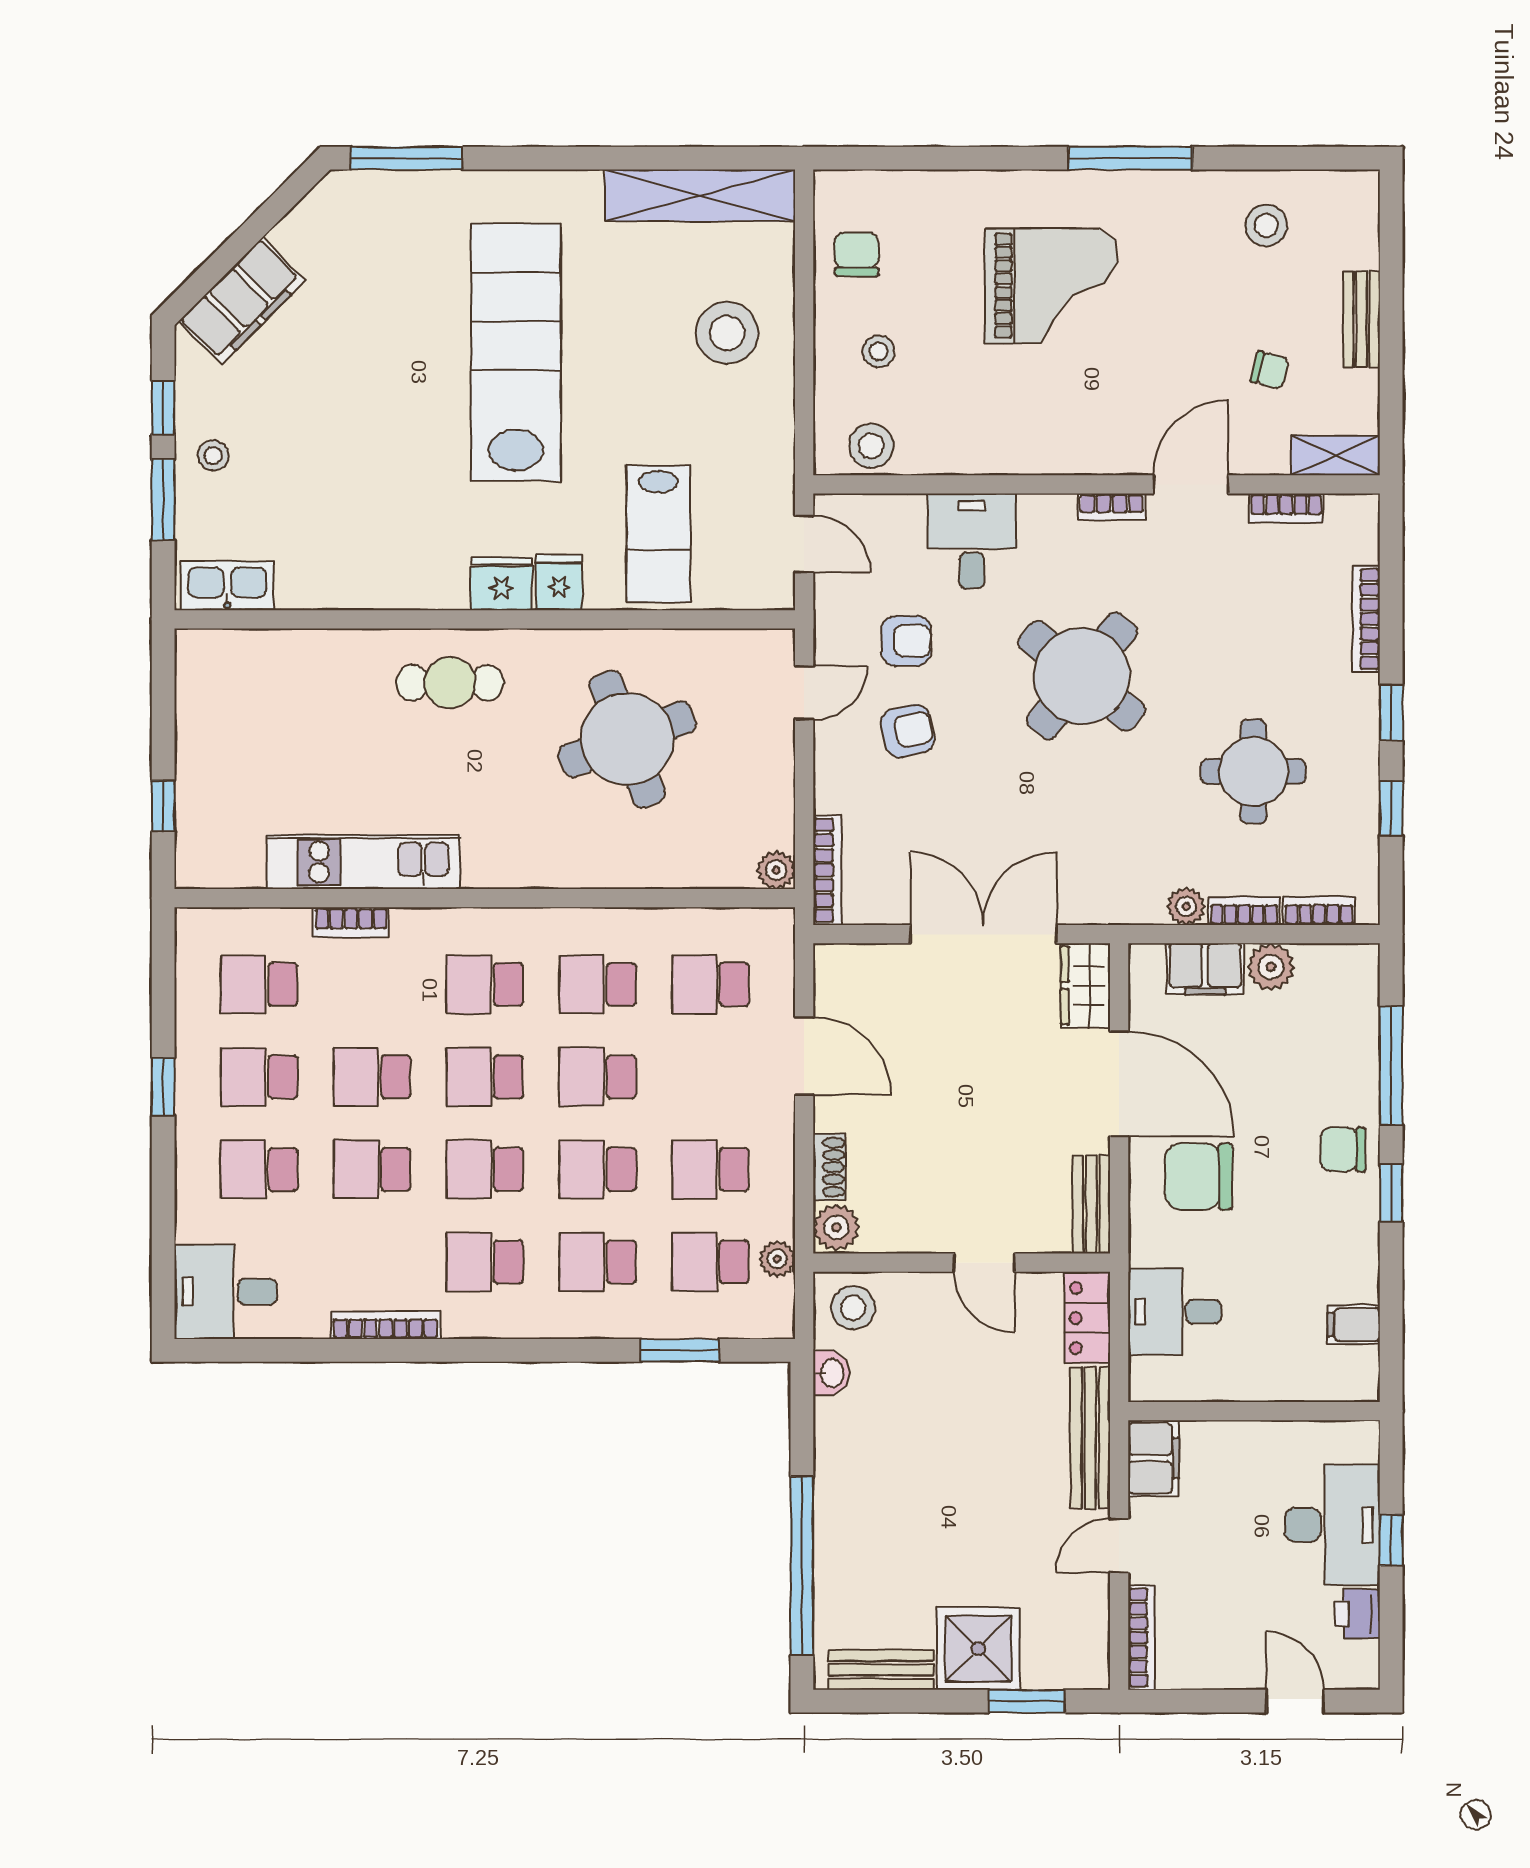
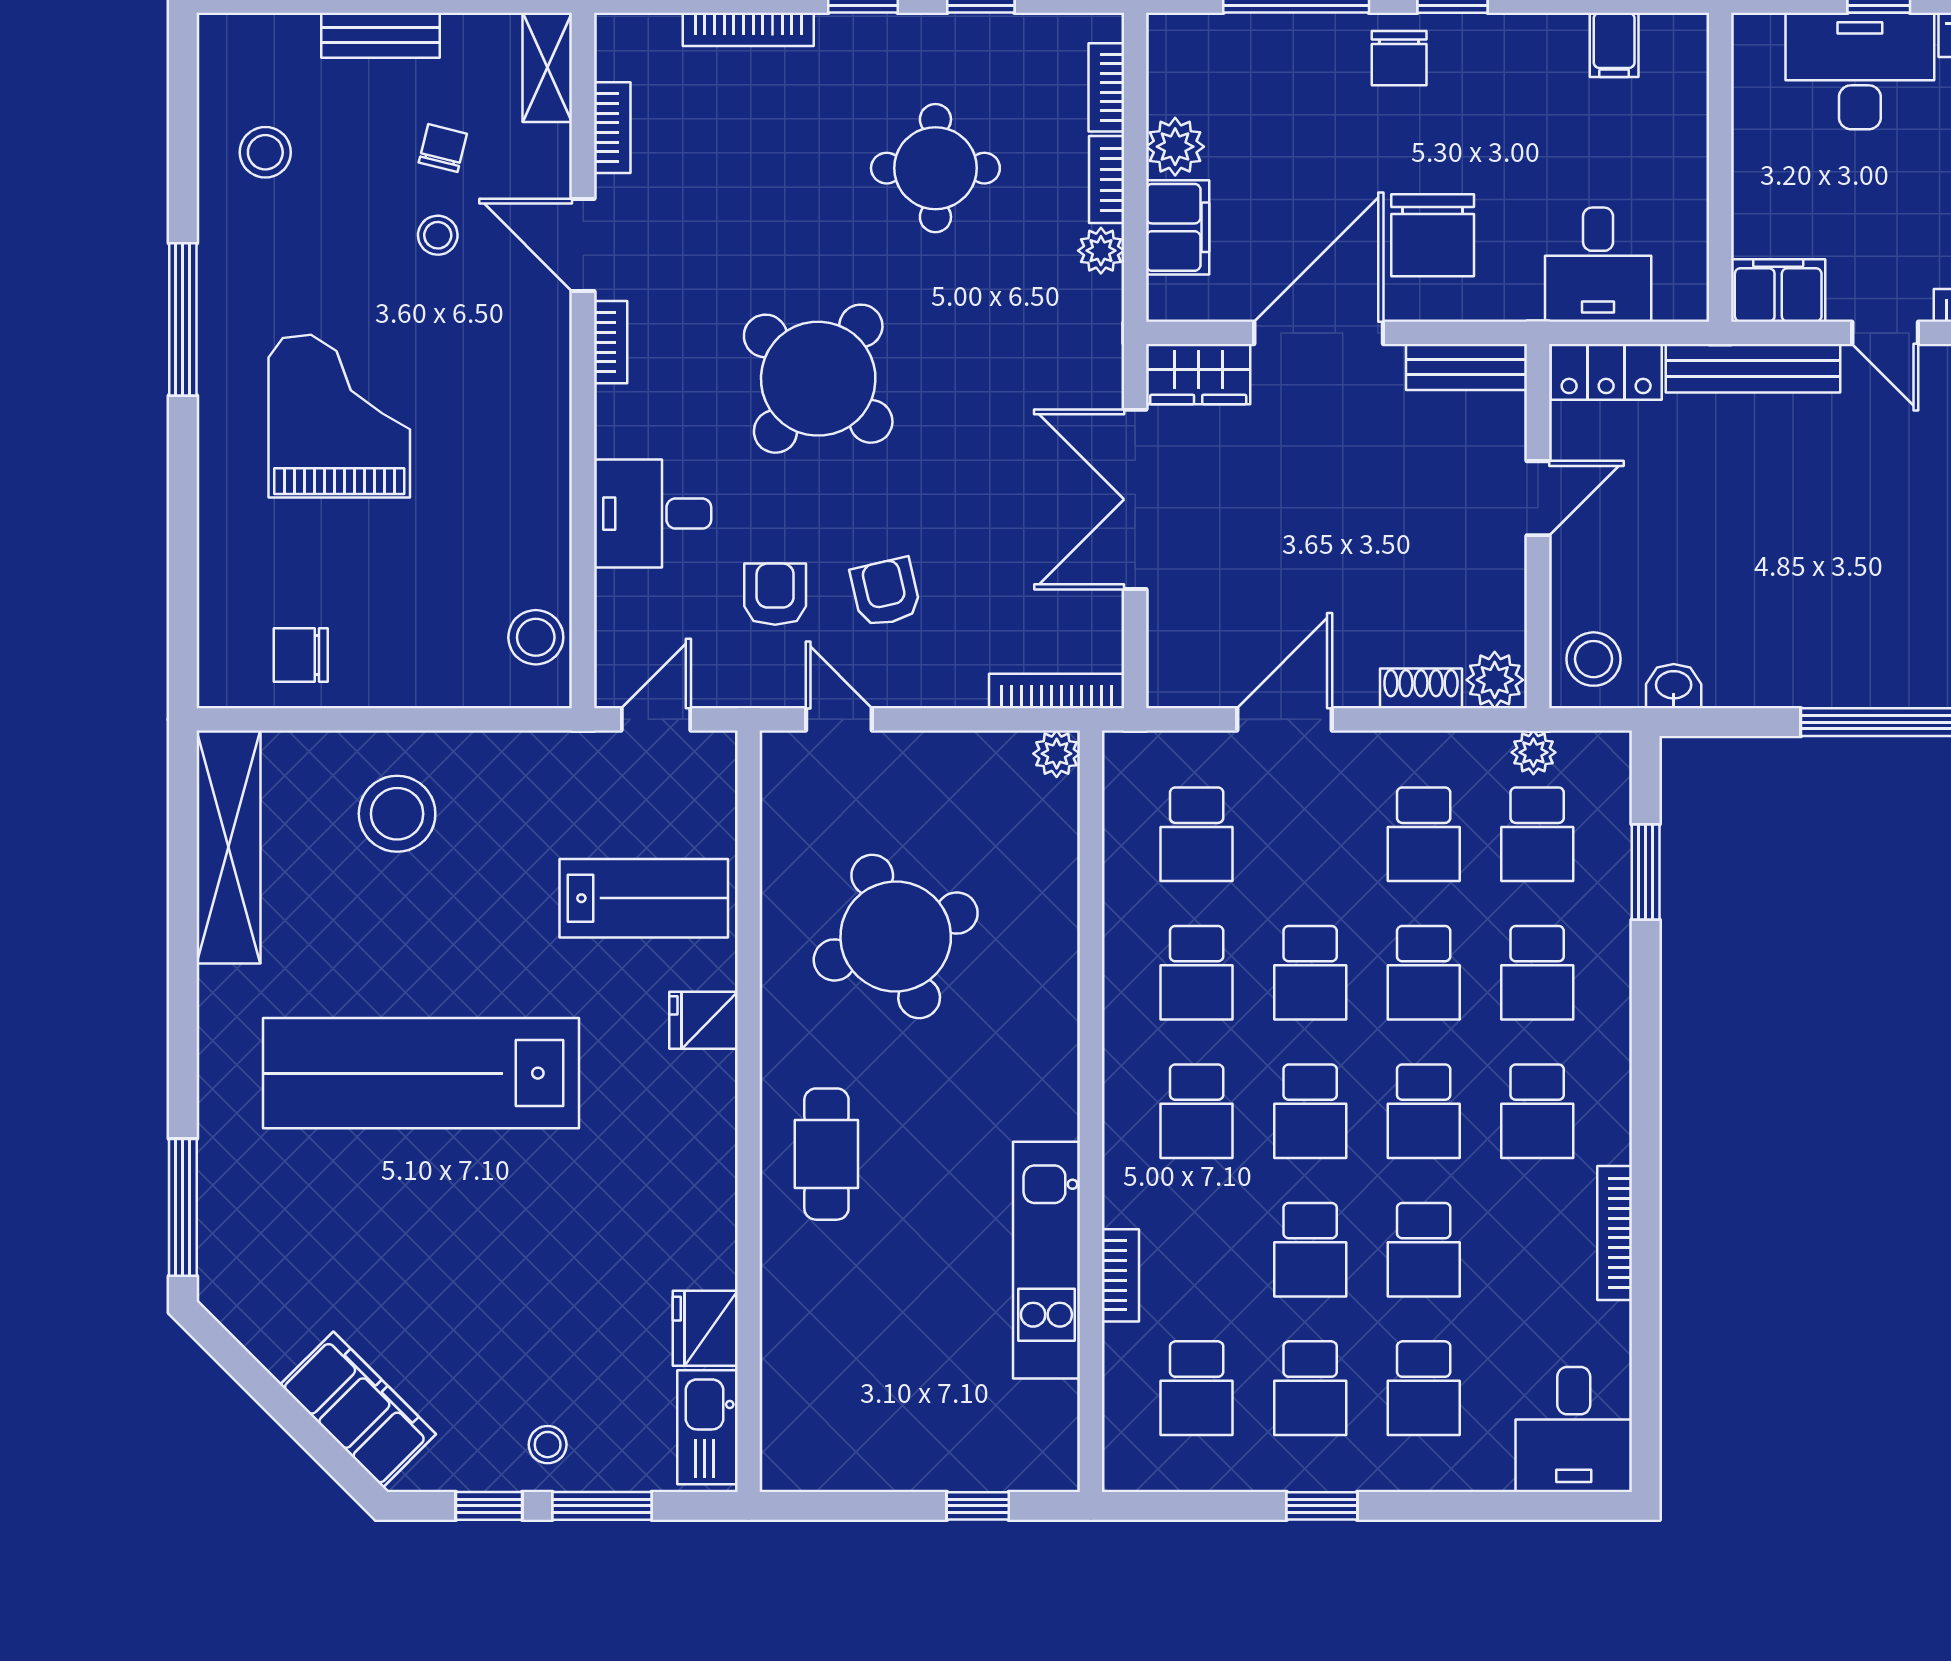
stool: (879, 351) -> (438, 235), moved
fridge: (501, 584) -> (705, 1328), moved

